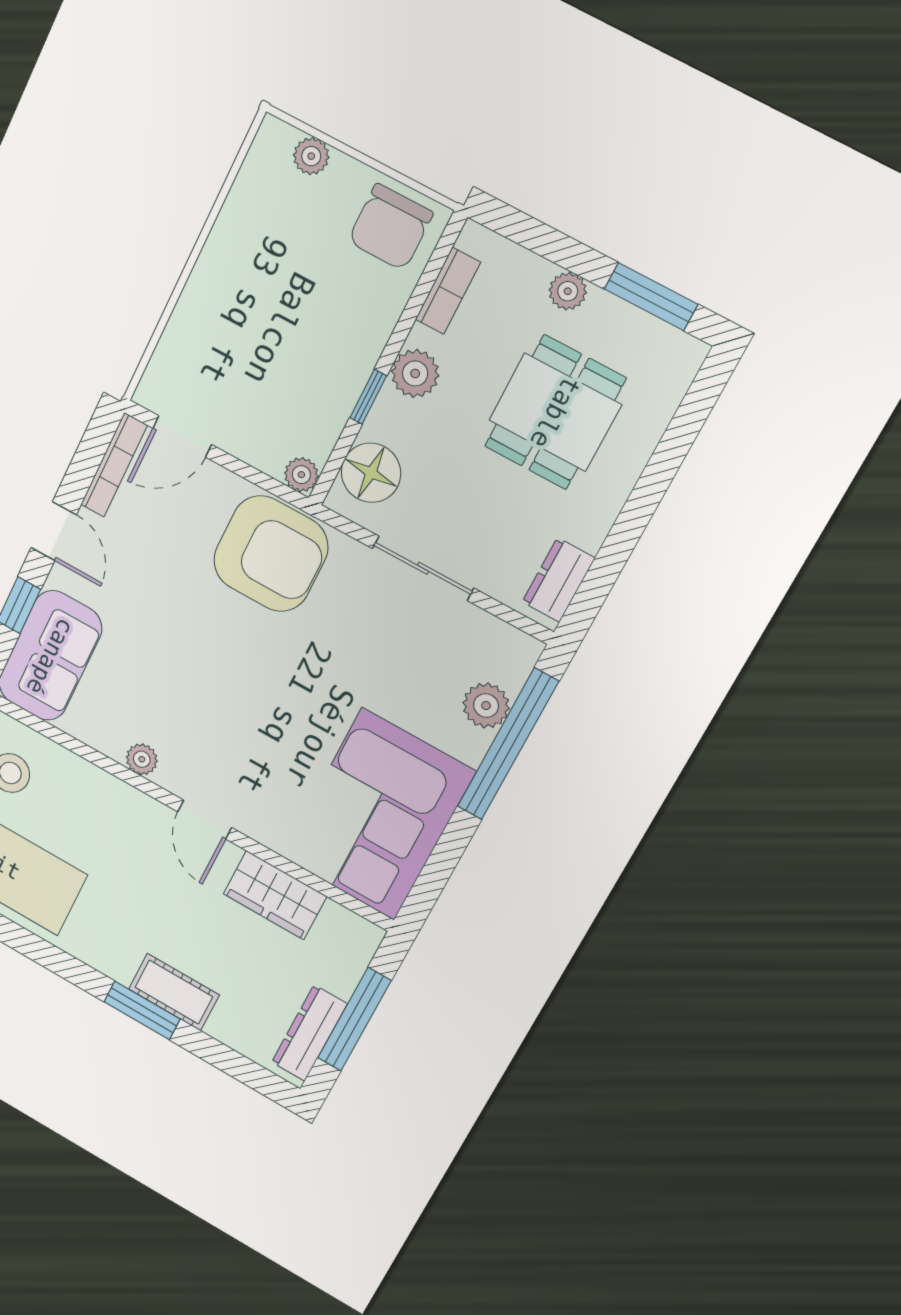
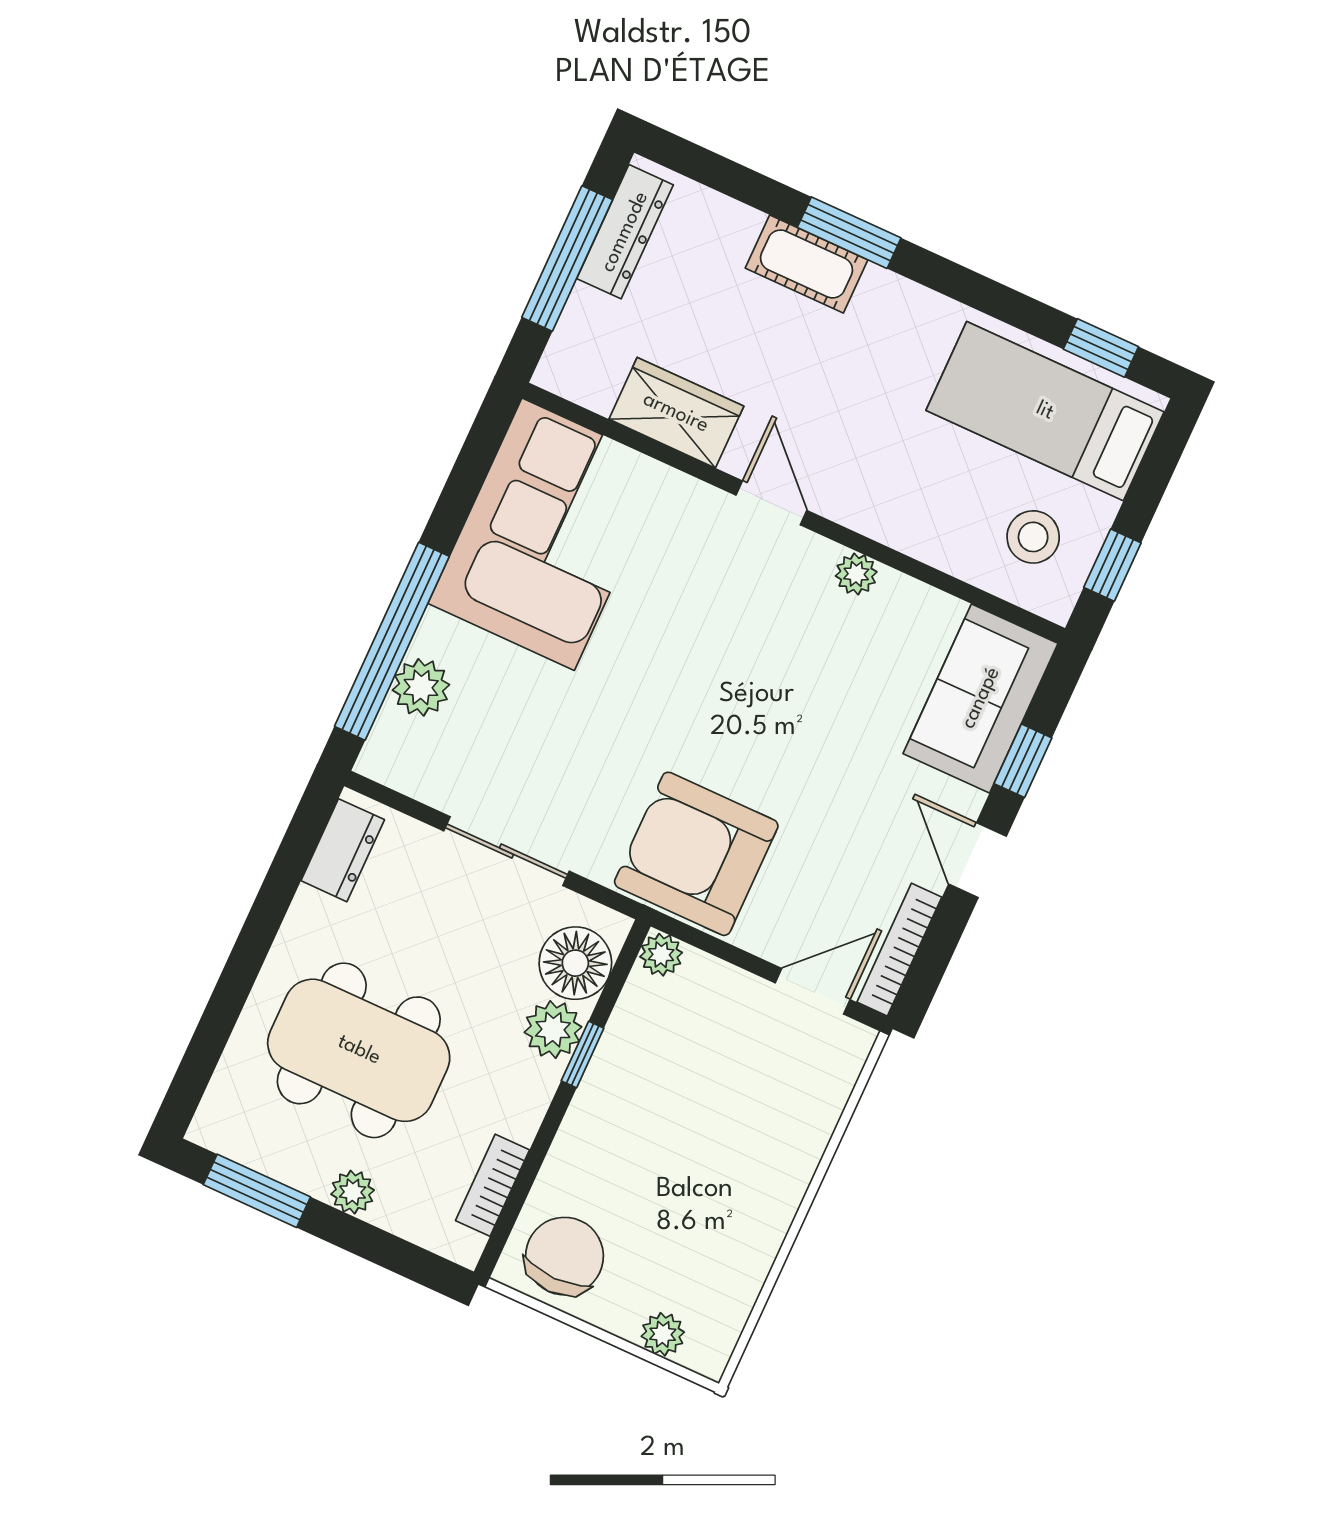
plant: (415, 373) -> (553, 1030), moved
dining table: (555, 412) -> (359, 1050), width x1.38

